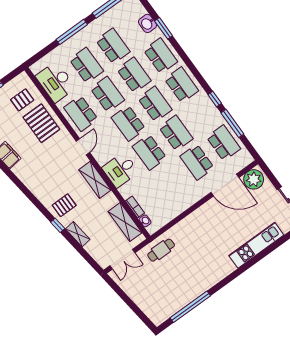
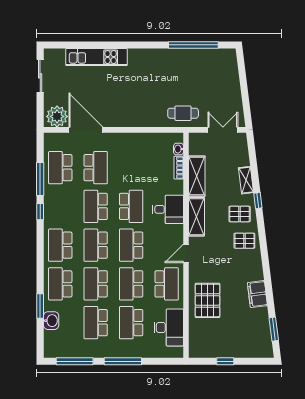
pallet: (22, 100) -> (244, 241), moved
school desk: (128, 123) -> (131, 245), turned 180
shelving: (125, 222) -> (197, 176), moved

